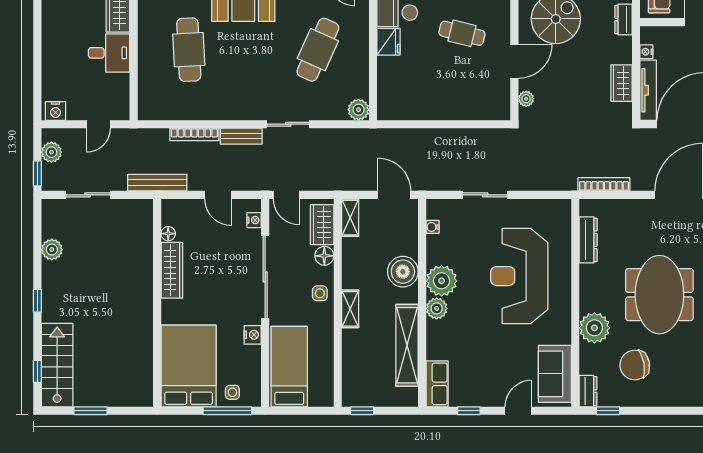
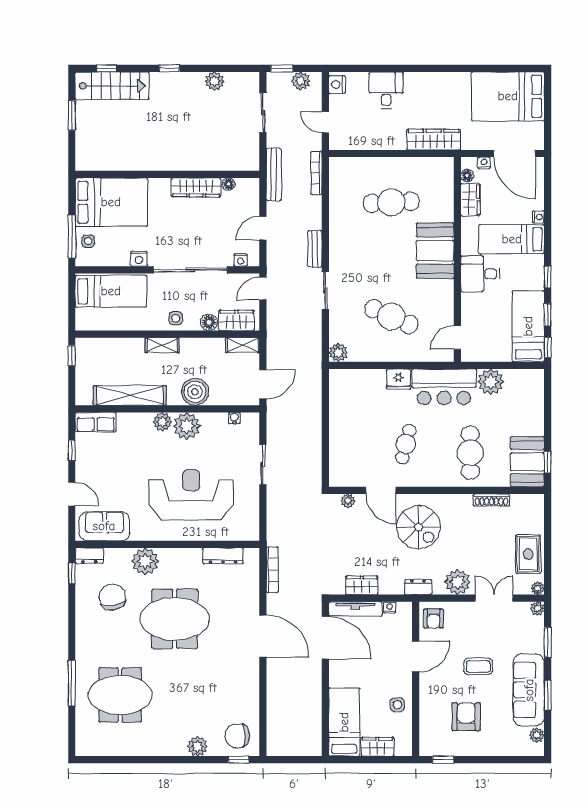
desk: (109, 53) -> (386, 90), moved, turned 180
bookcase: (194, 134) -> (316, 173), moved

